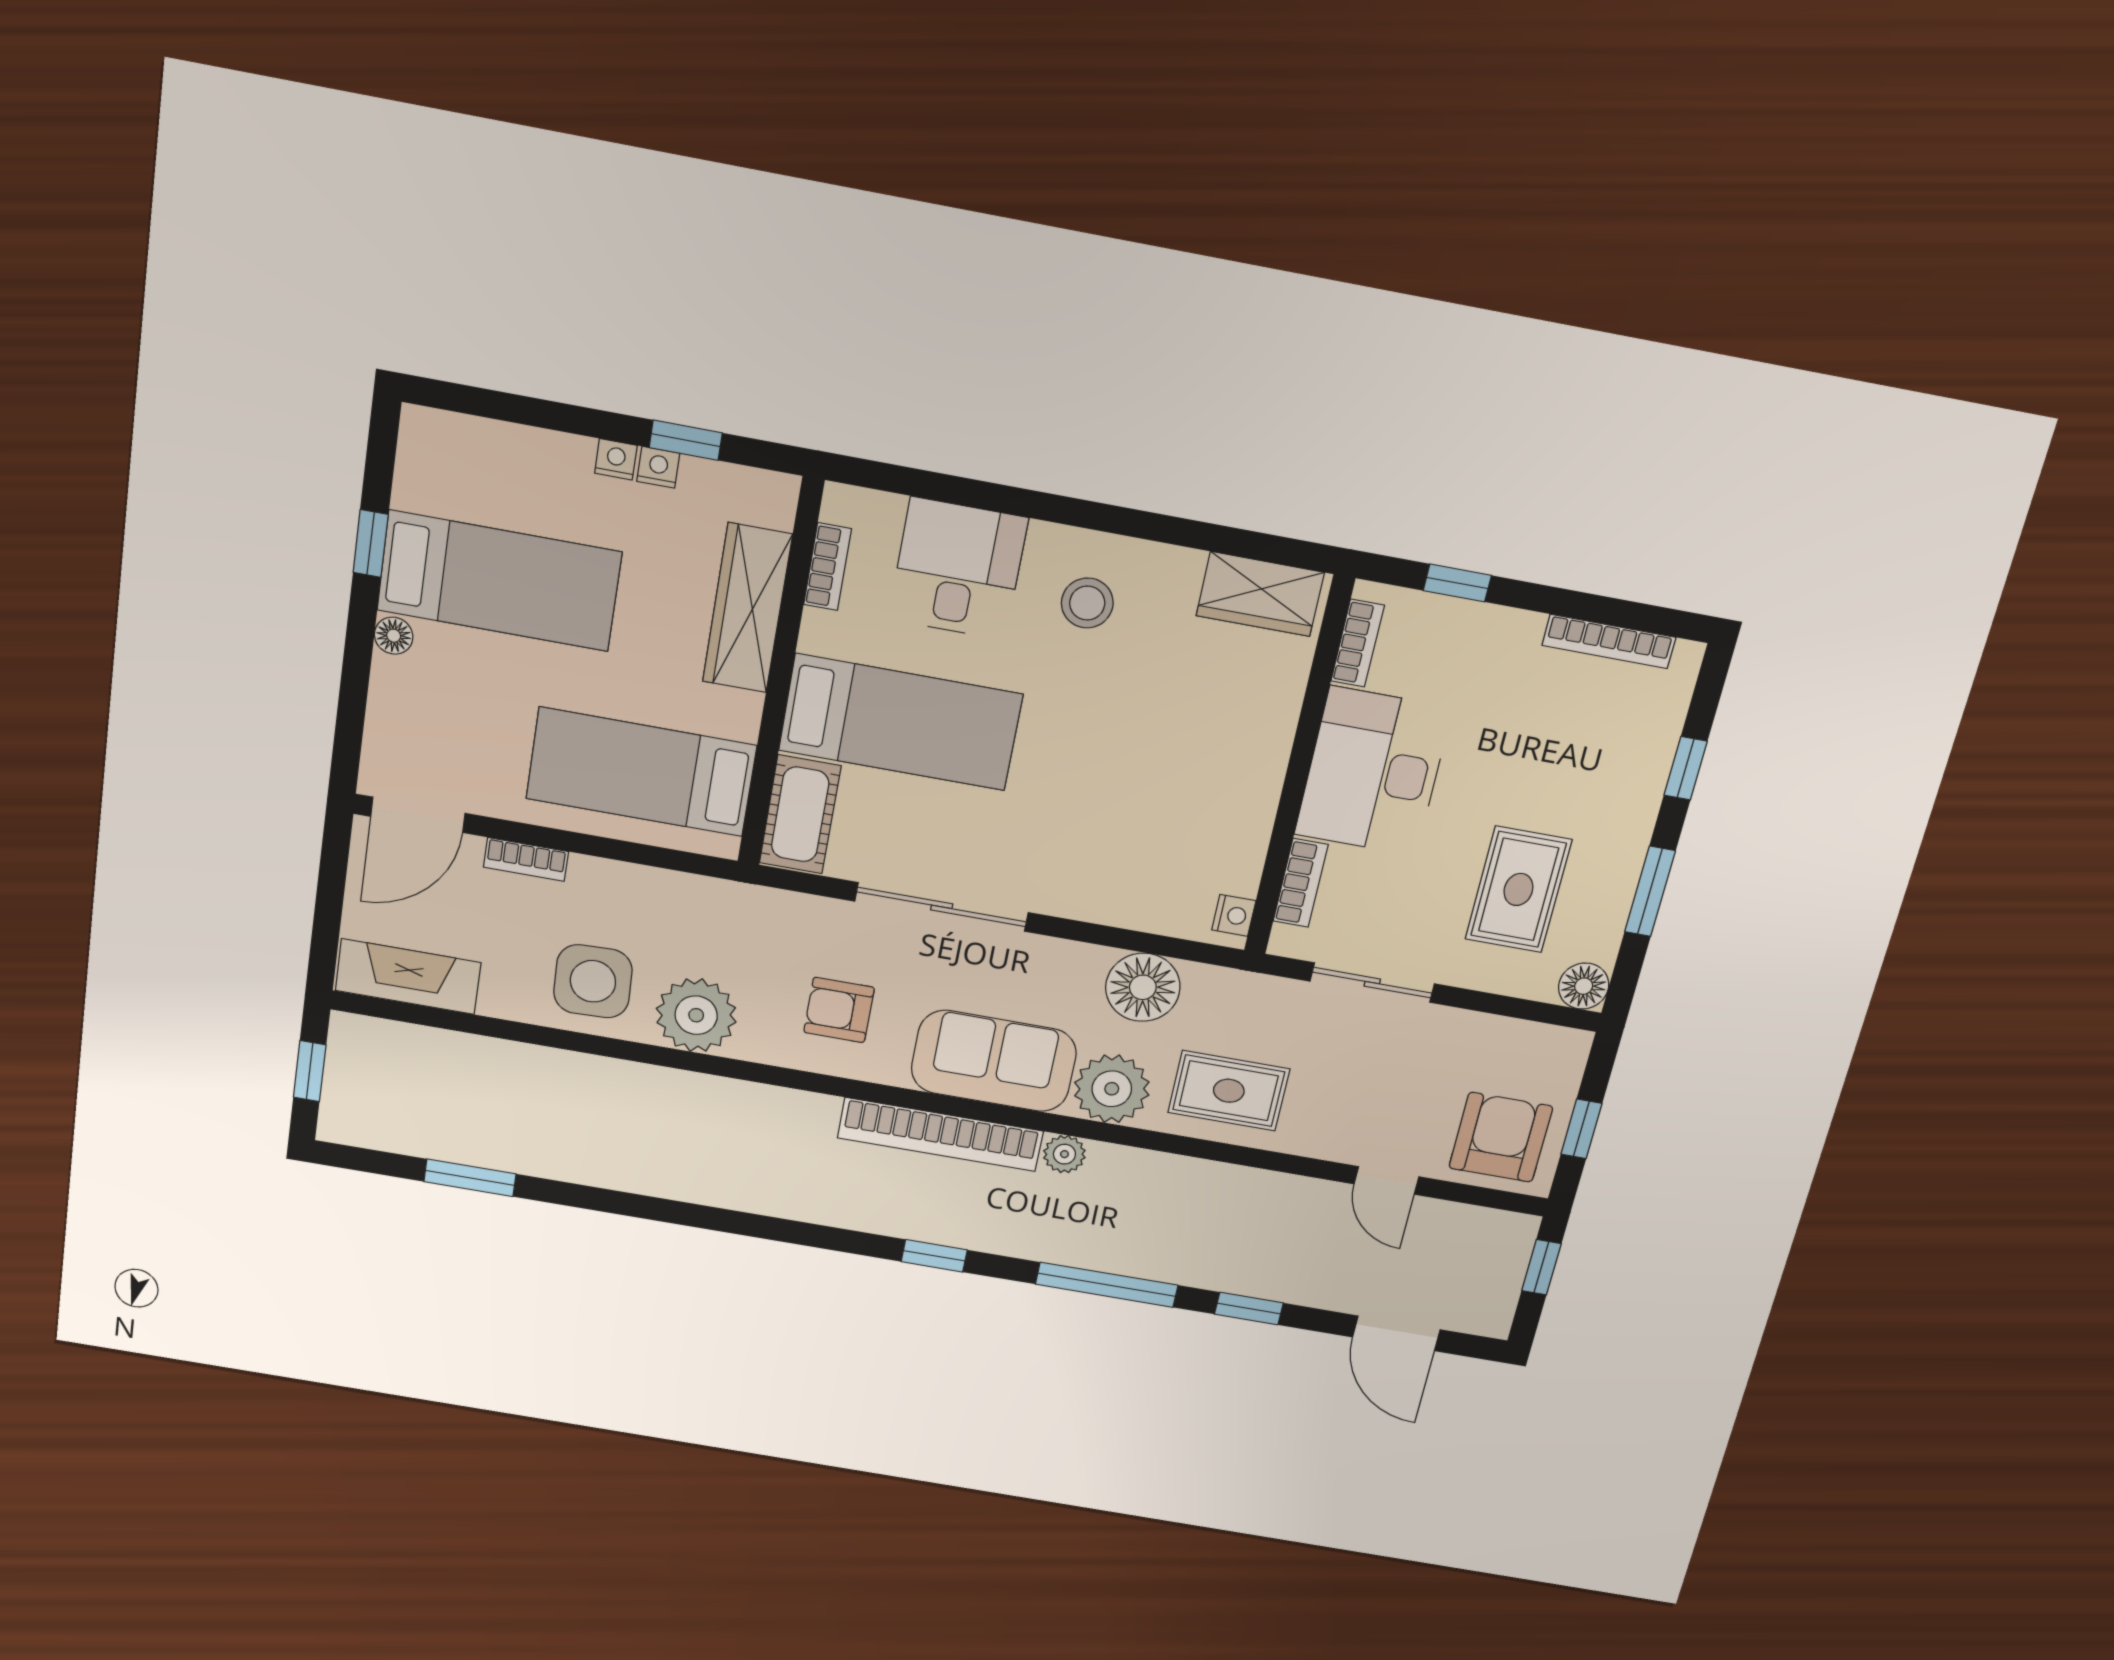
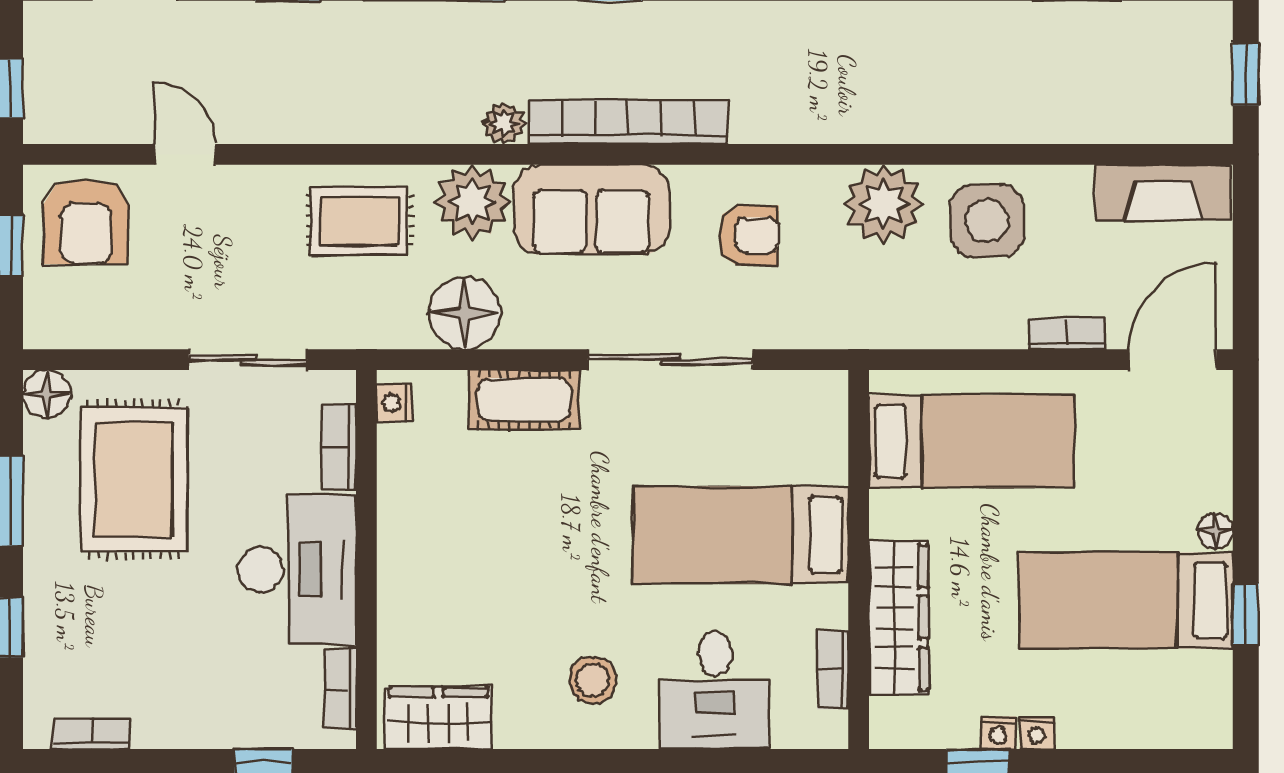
bookcase: (1609, 641) -> (91, 734), width x0.64
cot: (800, 814) -> (524, 400), moved, turned 90
rug: (1518, 889) -> (134, 479), width x1.36, depth x1.43

